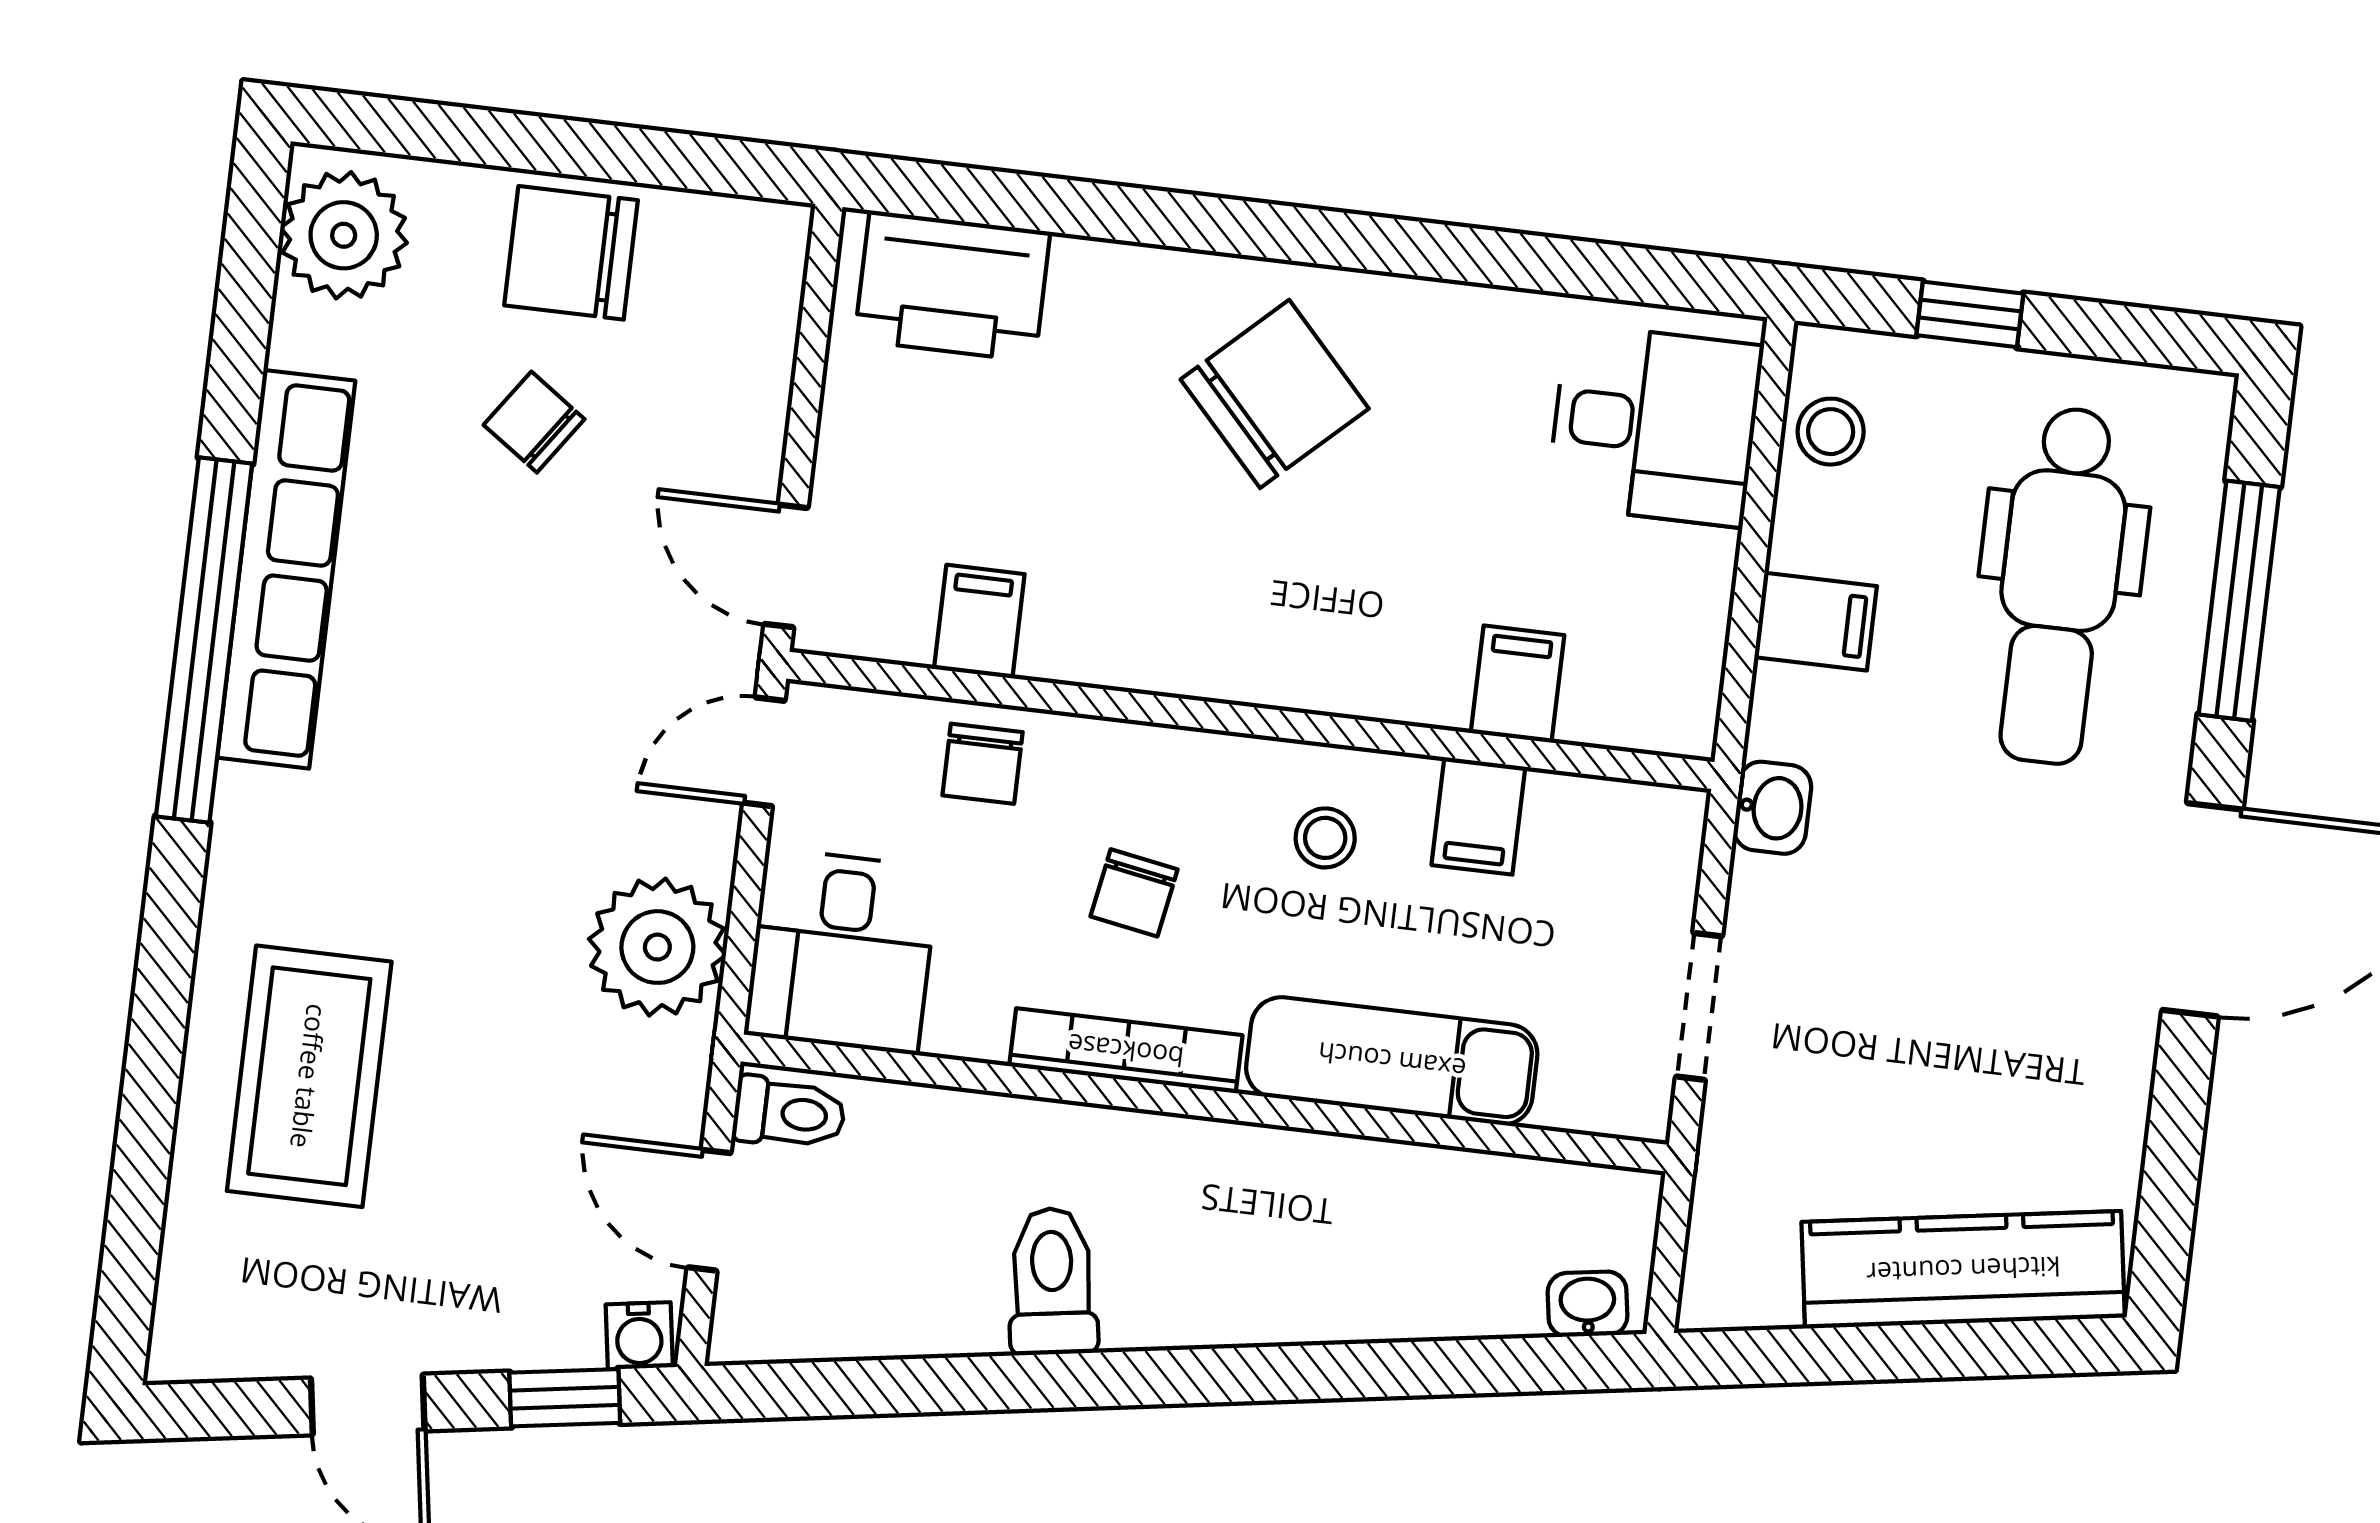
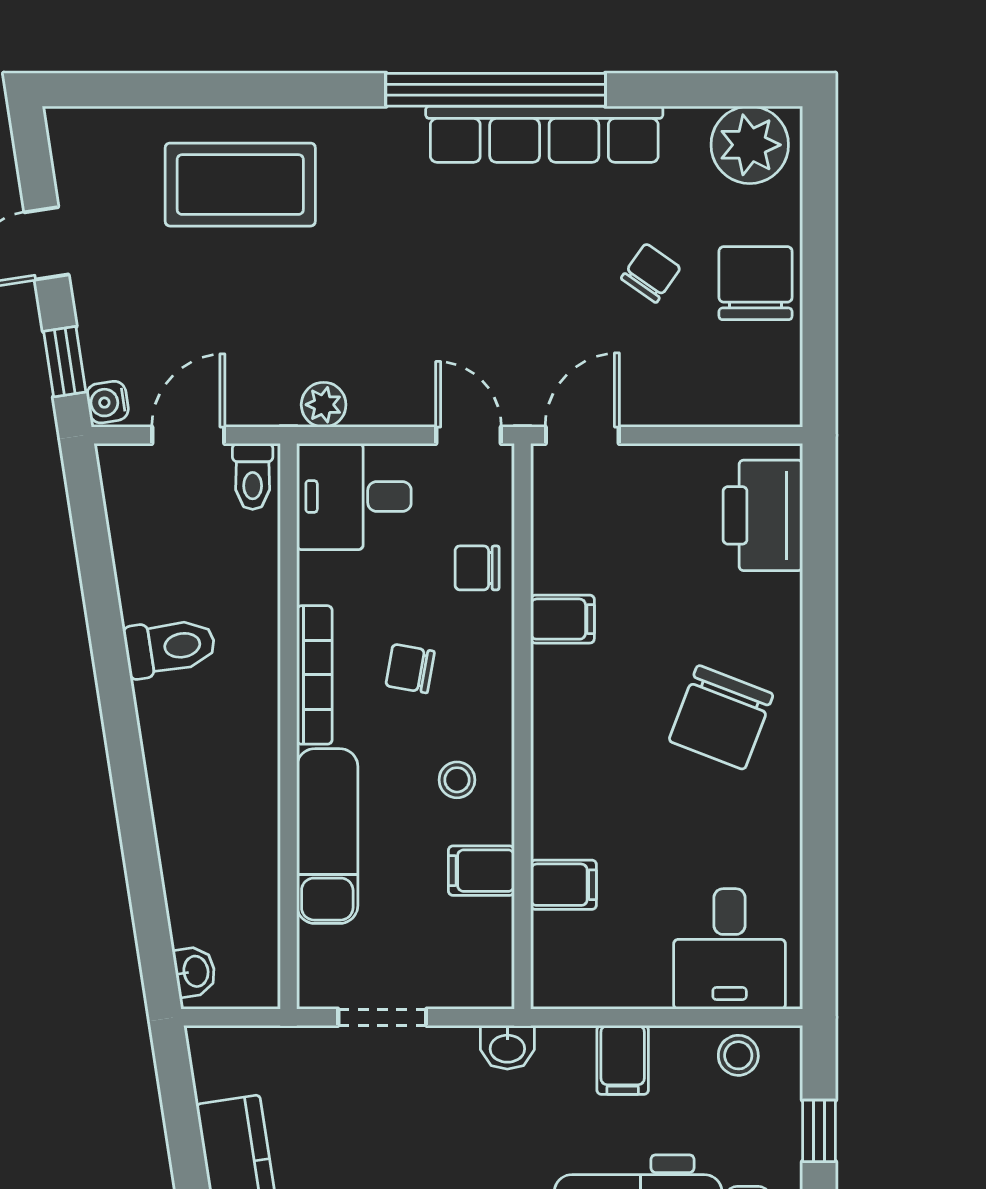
chair: (1275, 394) -> (721, 717), turned 64
filing cabinet: (979, 622) -> (563, 619), moved
plant: (657, 947) -> (324, 405), width x0.53, depth x0.53

